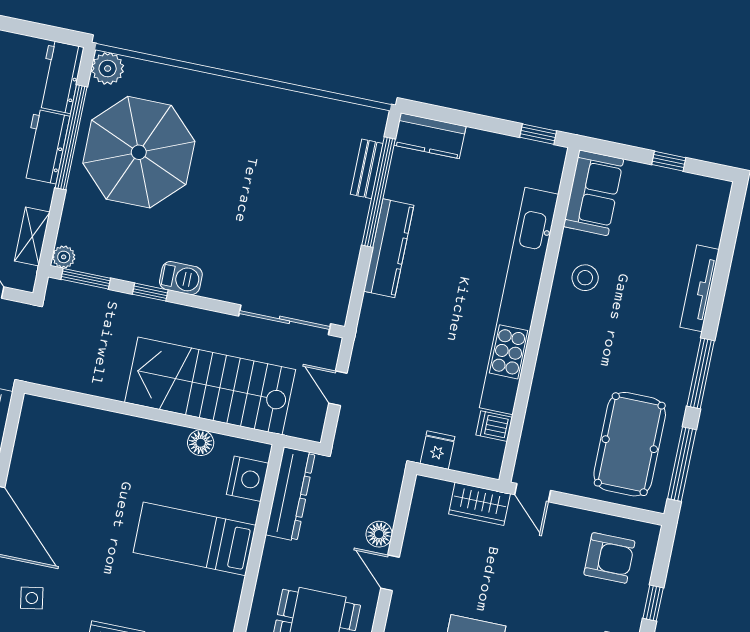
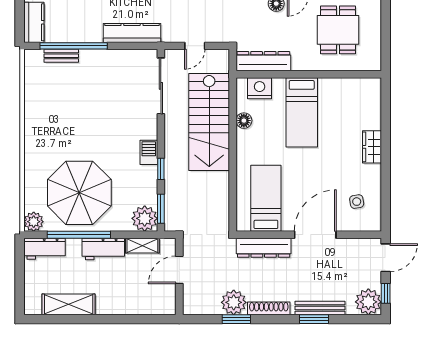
workbench: (45, 147) -> (103, 249), moved
kitchen counter: (389, 248) -> (132, 33), moved
plant: (64, 257) -> (145, 218), width x1.87, depth x1.87
bed: (68, 452) -> (266, 198), added

